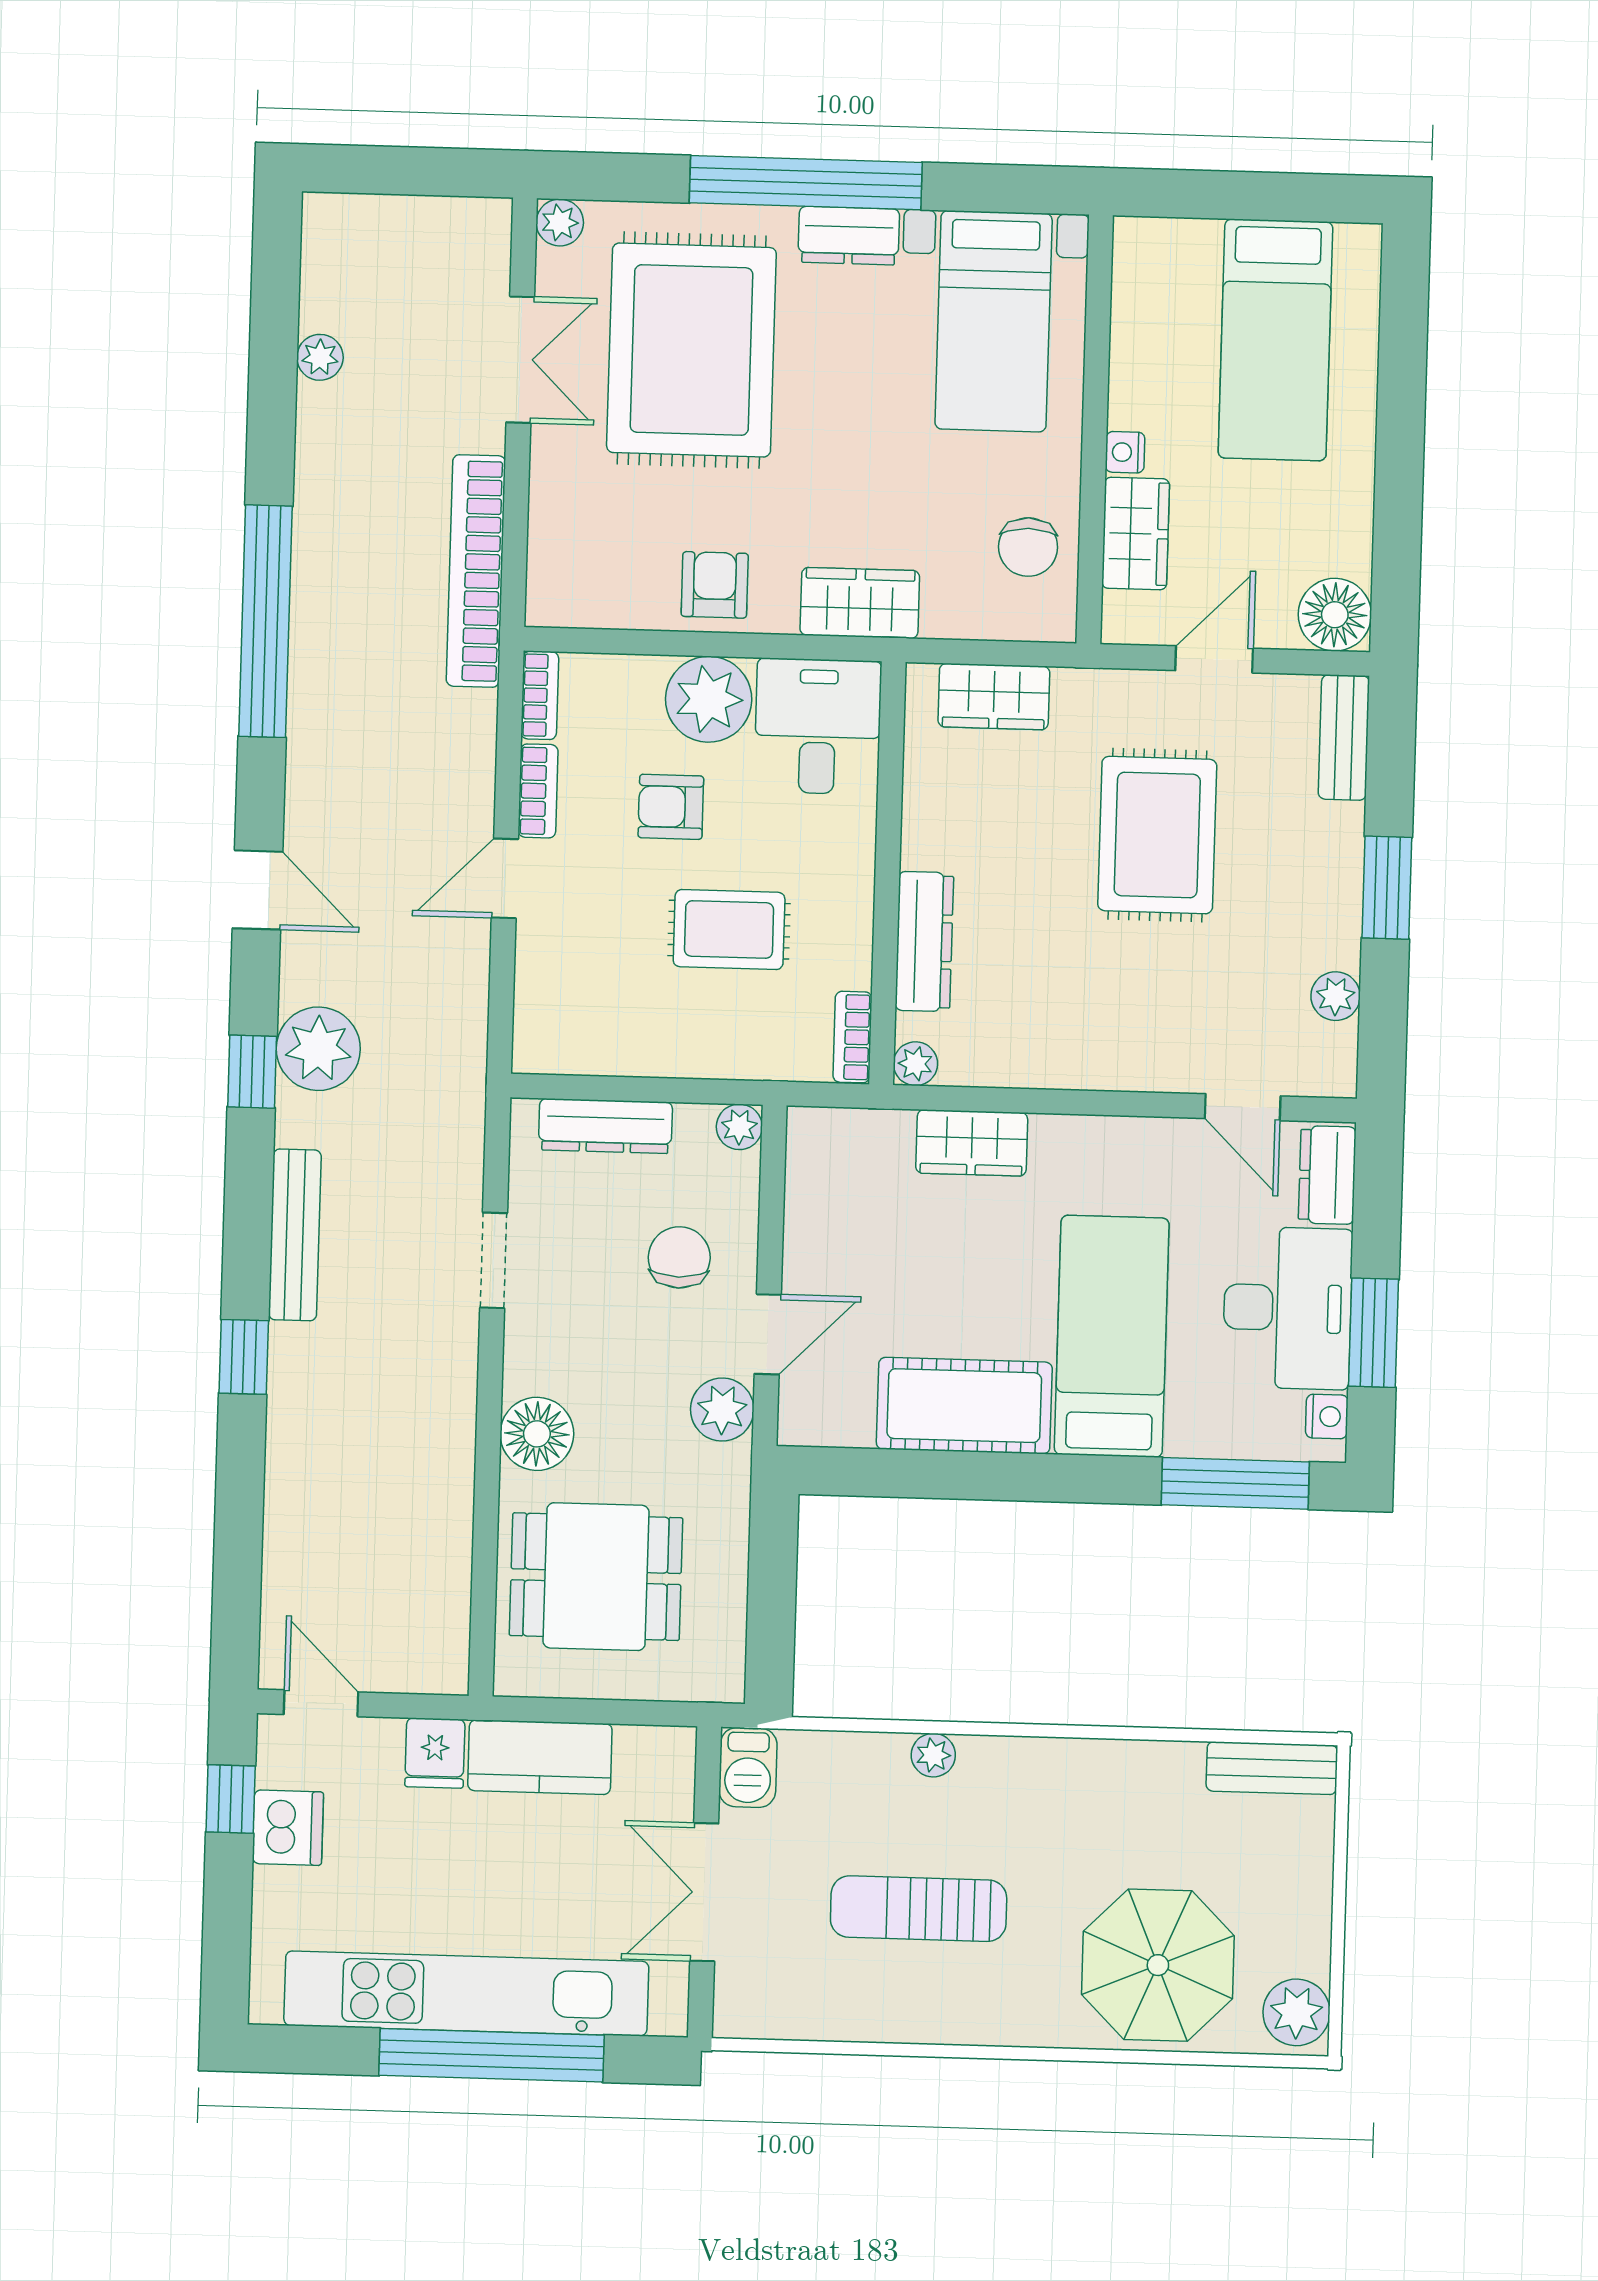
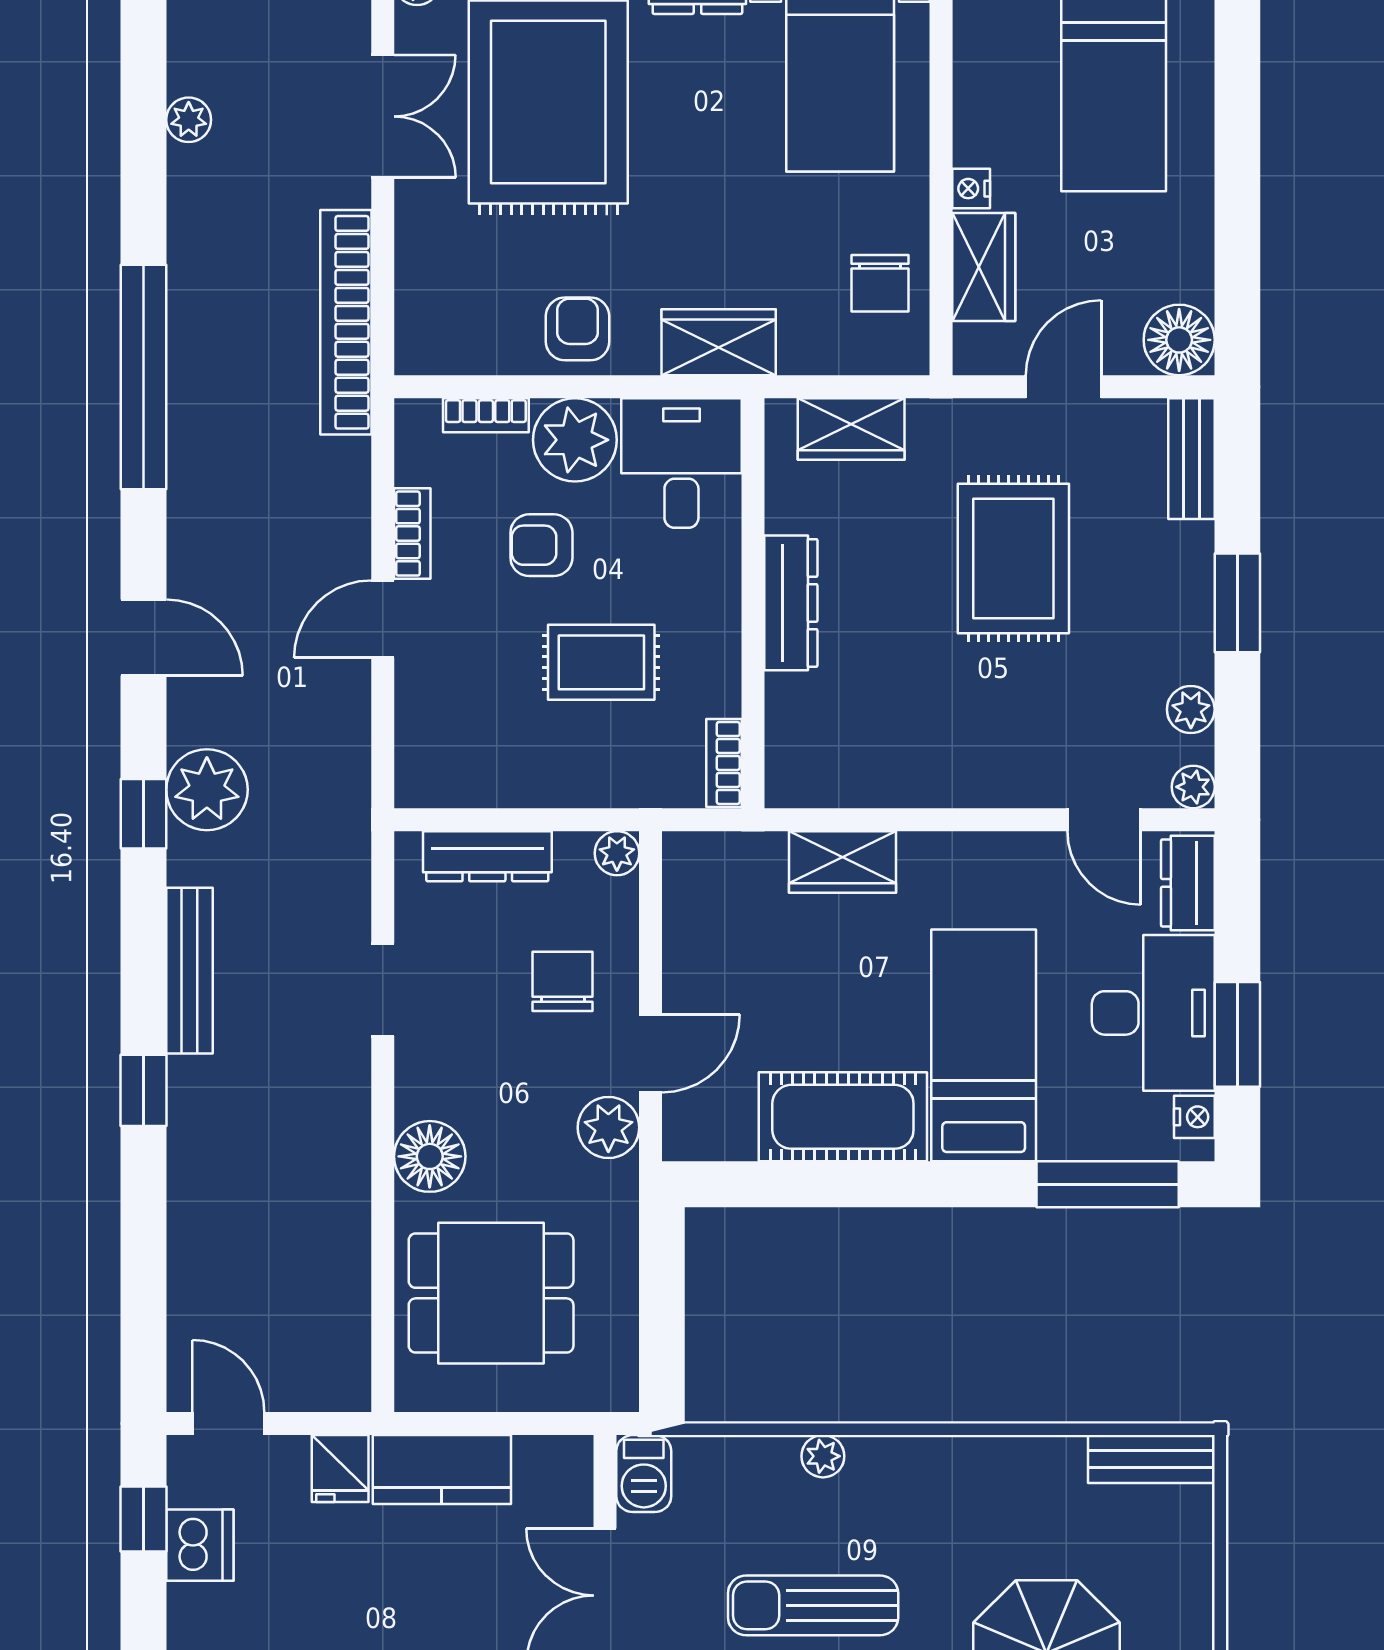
bookcase: (540, 695) -> (486, 415), moved, turned 90
dresser: (924, 941) -> (791, 603), moved
plant: (915, 1064) -> (1193, 787), moved

